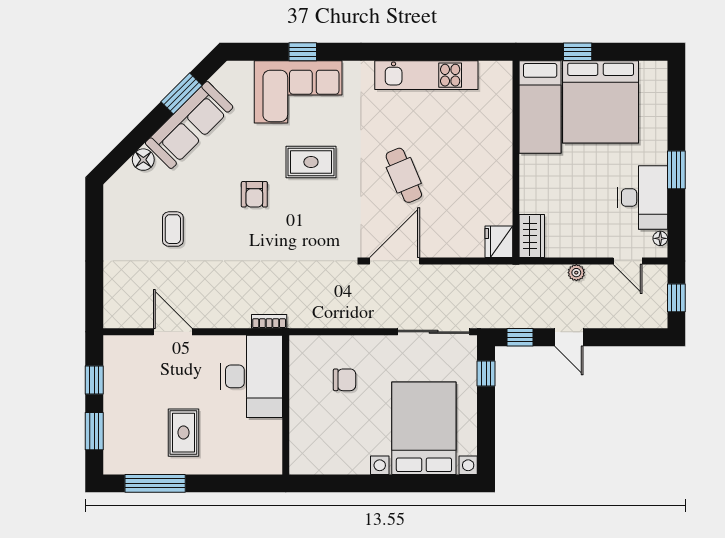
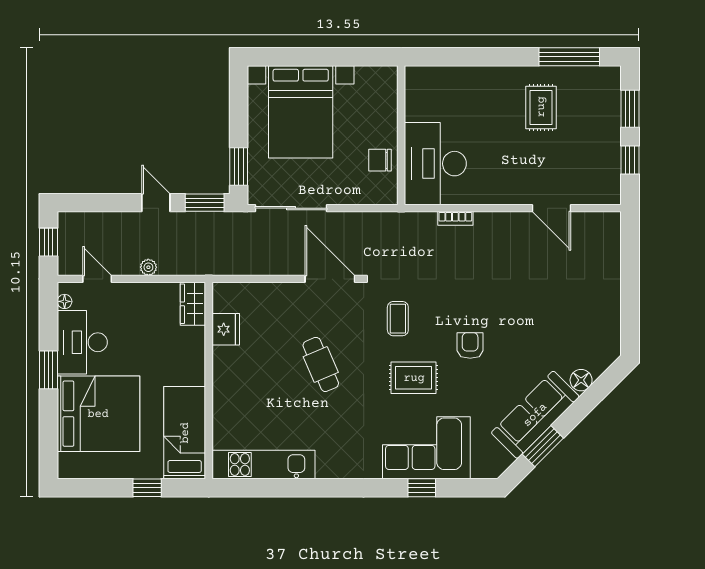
kitchen unit: (426, 75) -> (263, 464), moved
bed: (601, 102) -> (98, 414), moved, turned 90
coffee table: (173, 229) -> (398, 319), moved
fridge: (499, 242) -> (226, 329), moved
door: (395, 261) -> (330, 279), swing flipped
window: (520, 337) -> (205, 203), width x1.50
window: (486, 373) -> (239, 167), width x1.50
desk: (252, 376) -> (435, 164), moved
wall: (286, 405) -> (401, 135), moved

